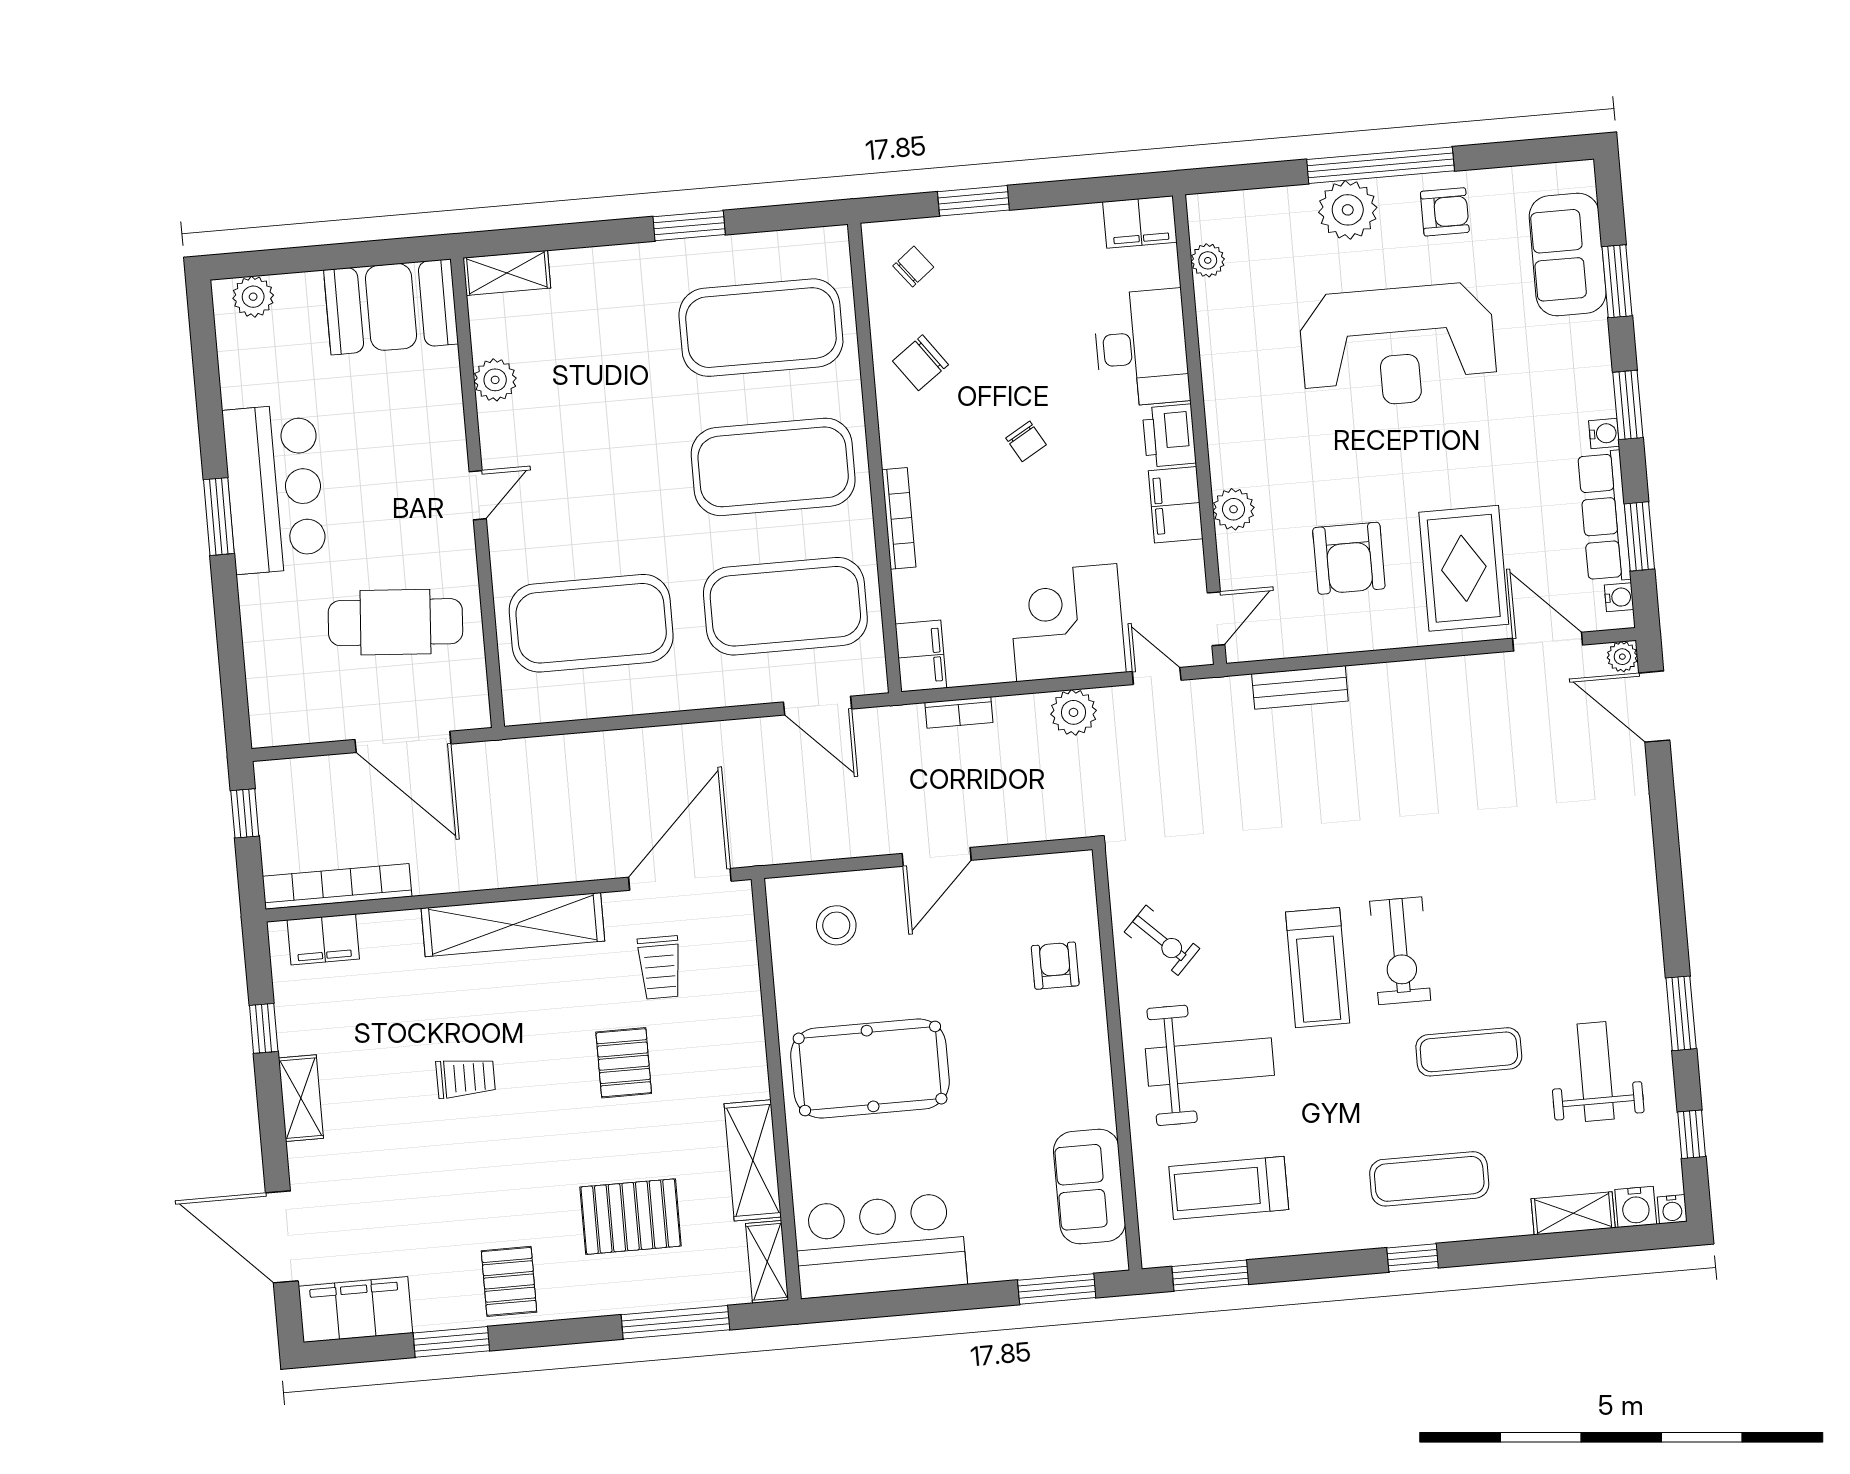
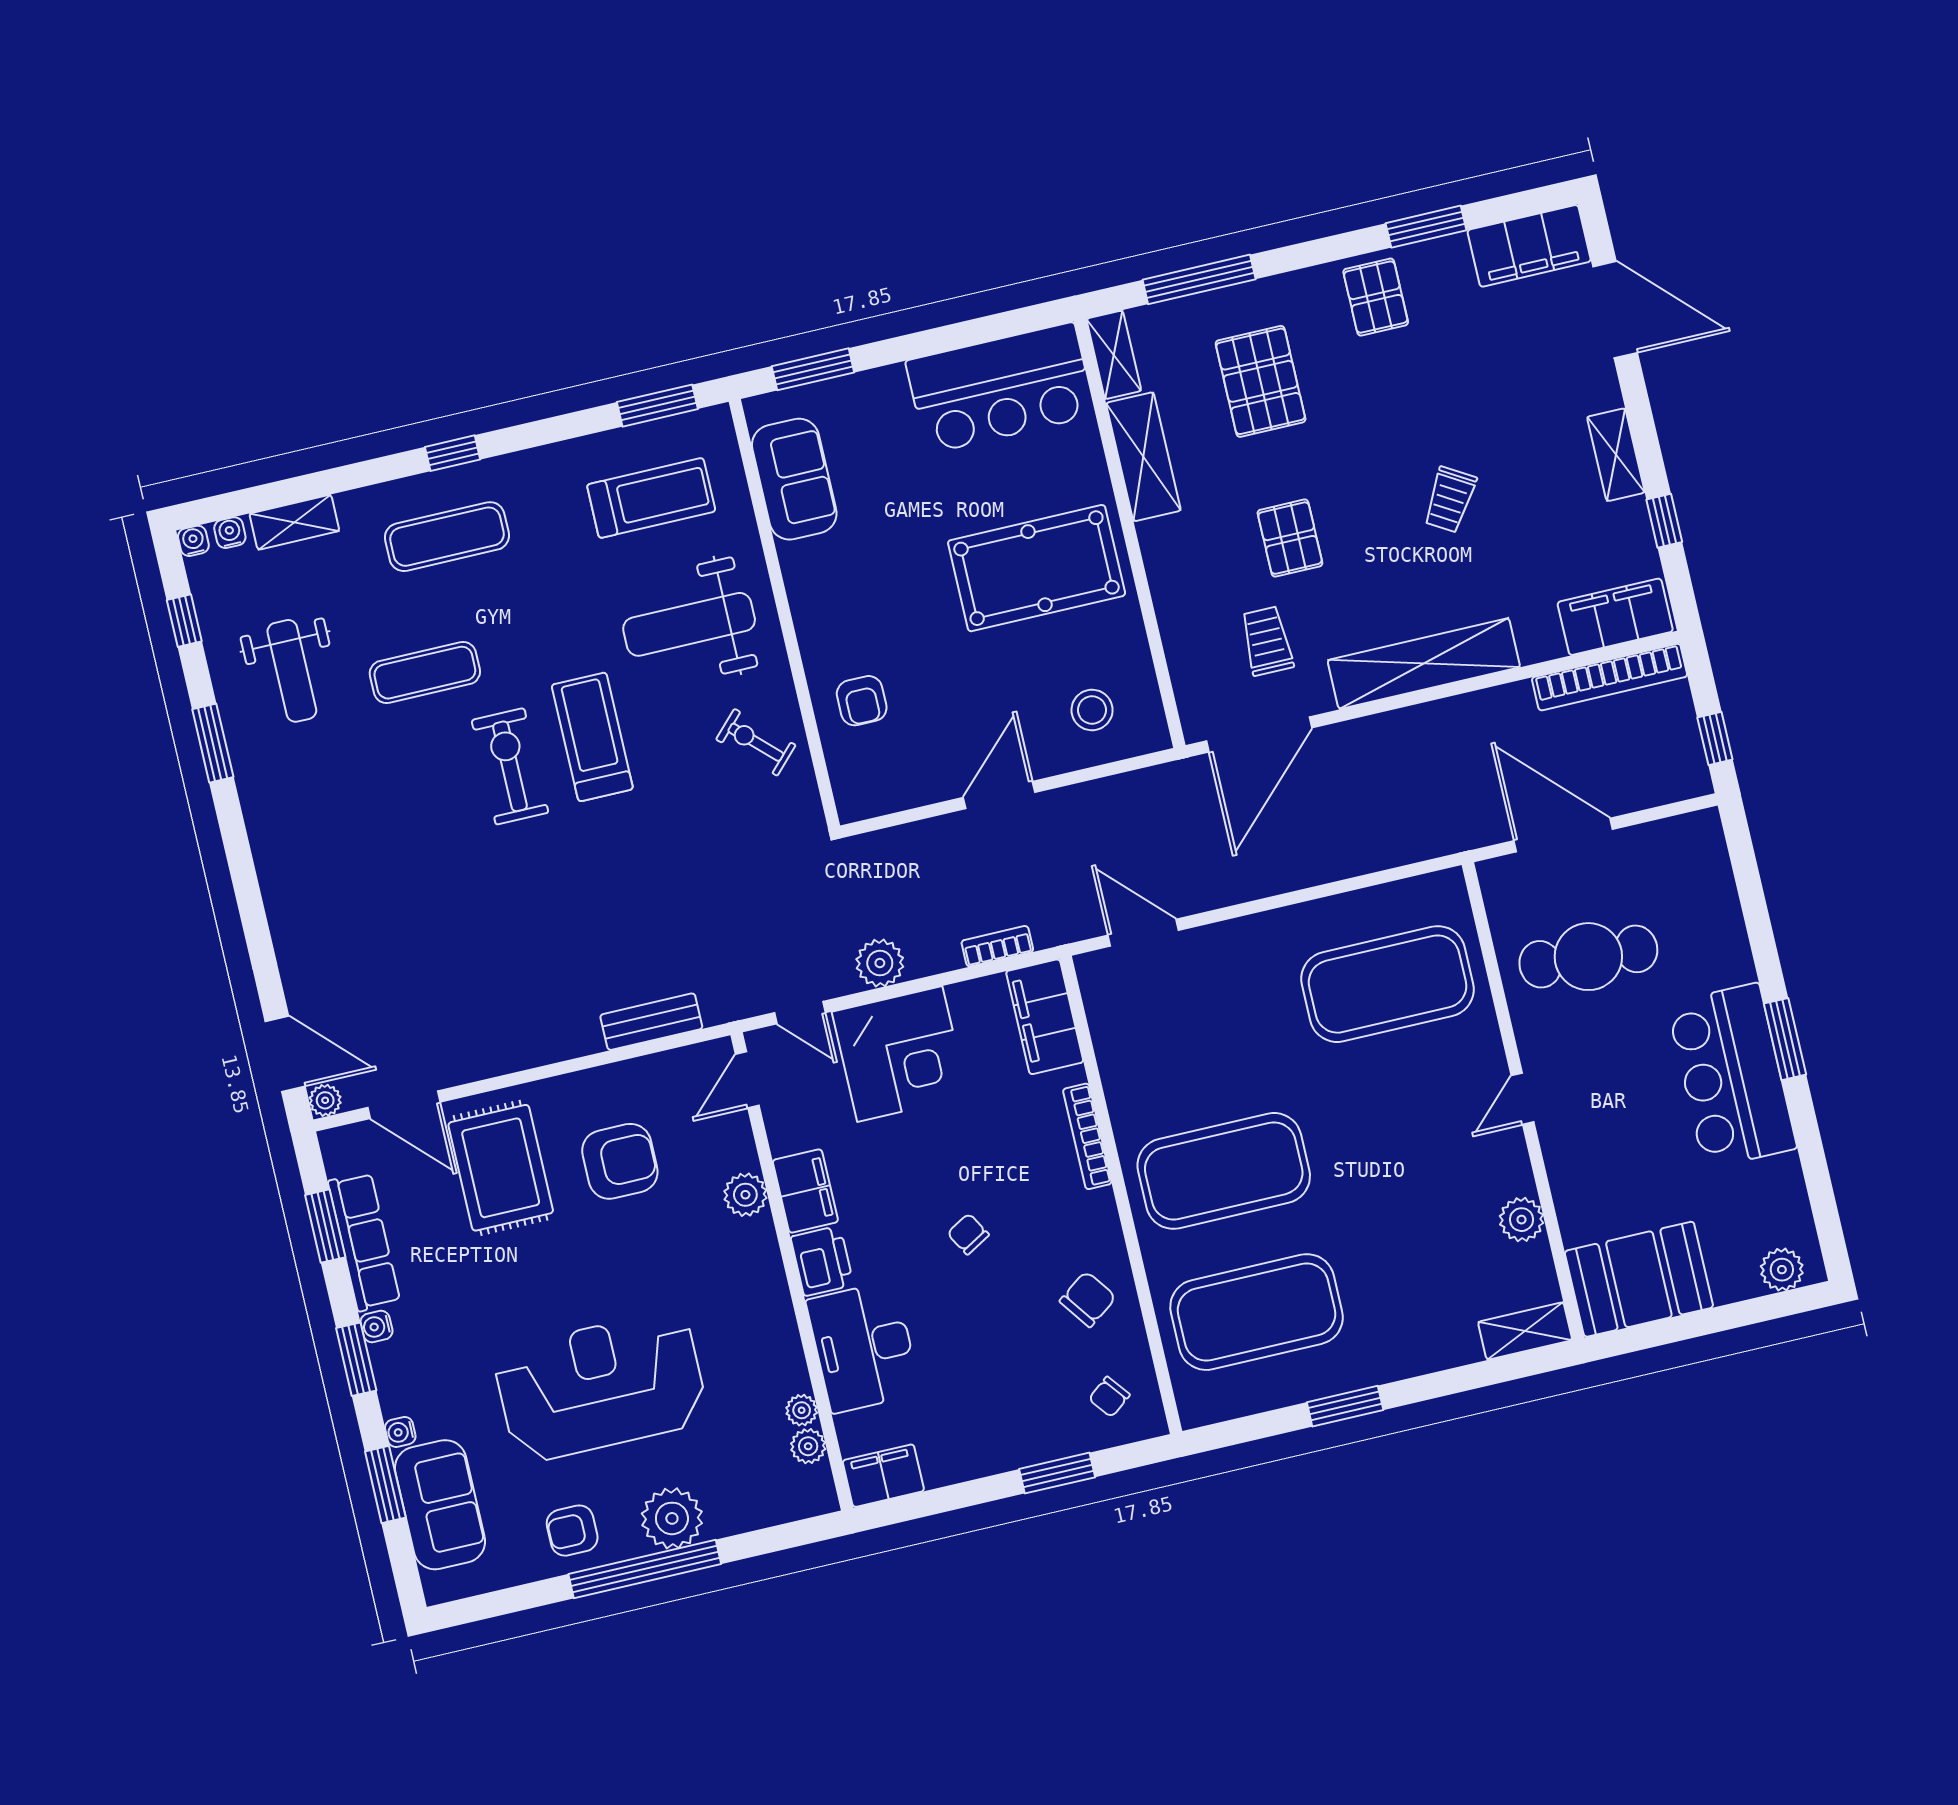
plant: (1209, 296) -> (802, 1410), added
armchair: (1349, 558) -> (620, 1161), turned 90
water cooler: (1619, 597) -> (400, 1432), moved
exercise mat: (785, 606) -> (1191, 1030), removed
filing cabinet: (921, 656) -> (1045, 1017), width x1.50, depth x1.17
filing cabinet: (323, 939) -> (1615, 617), width x1.50, depth x1.17
trolley: (466, 1078) -> (1450, 500), turned -59
water cooler: (1636, 1207) -> (230, 533), width x0.72, depth x0.72
pallet: (631, 1217) -> (1261, 381), turned 90

